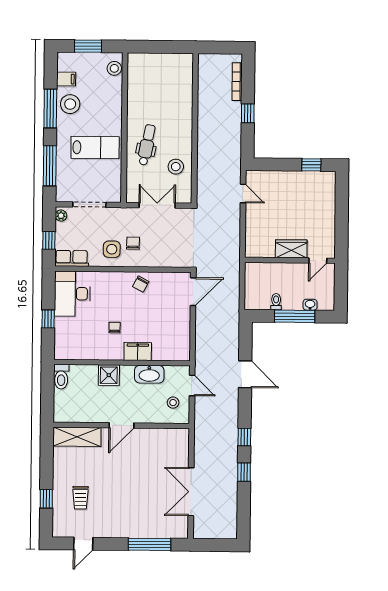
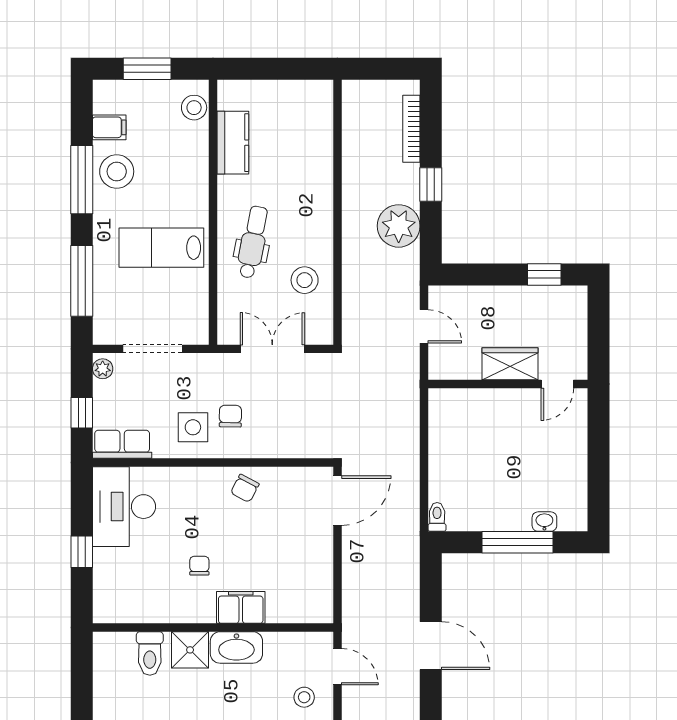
kitchen counter: (136, 88) -> (233, 143), added
plant: (229, 137) -> (399, 226), added
lab bench: (95, 147) -> (161, 248), turned 180
wardrobe: (291, 249) -> (510, 364), moved
wall: (290, 260) -> (508, 384), moved
door: (318, 261) -> (557, 384), moved
toilet: (276, 302) -> (437, 517), moved
washbasin: (149, 374) -> (236, 647), moved
toilet: (61, 377) -> (150, 653), moved

